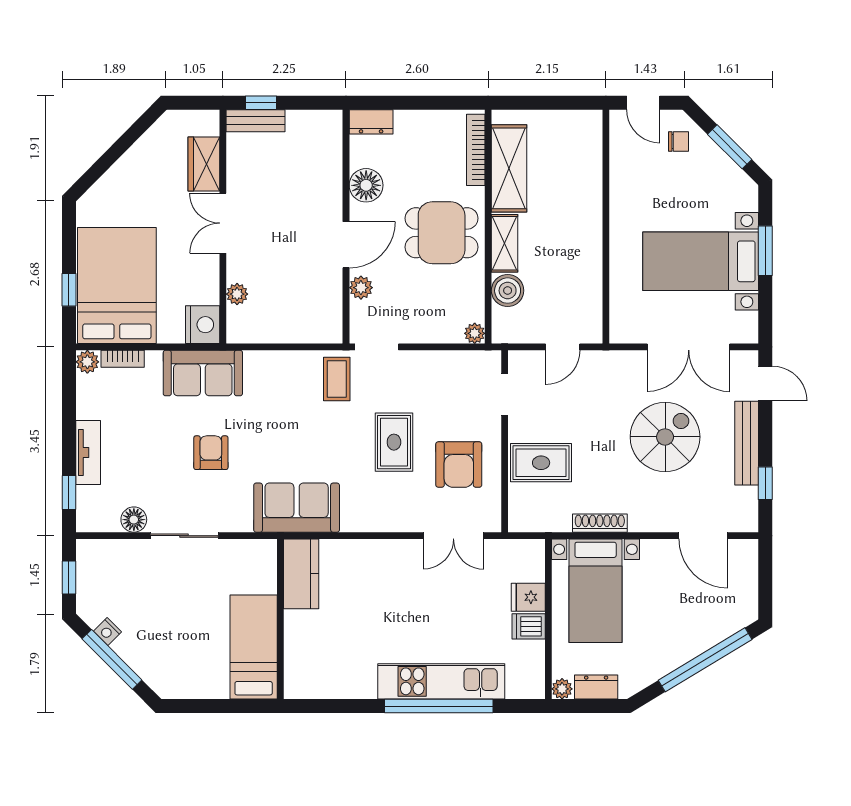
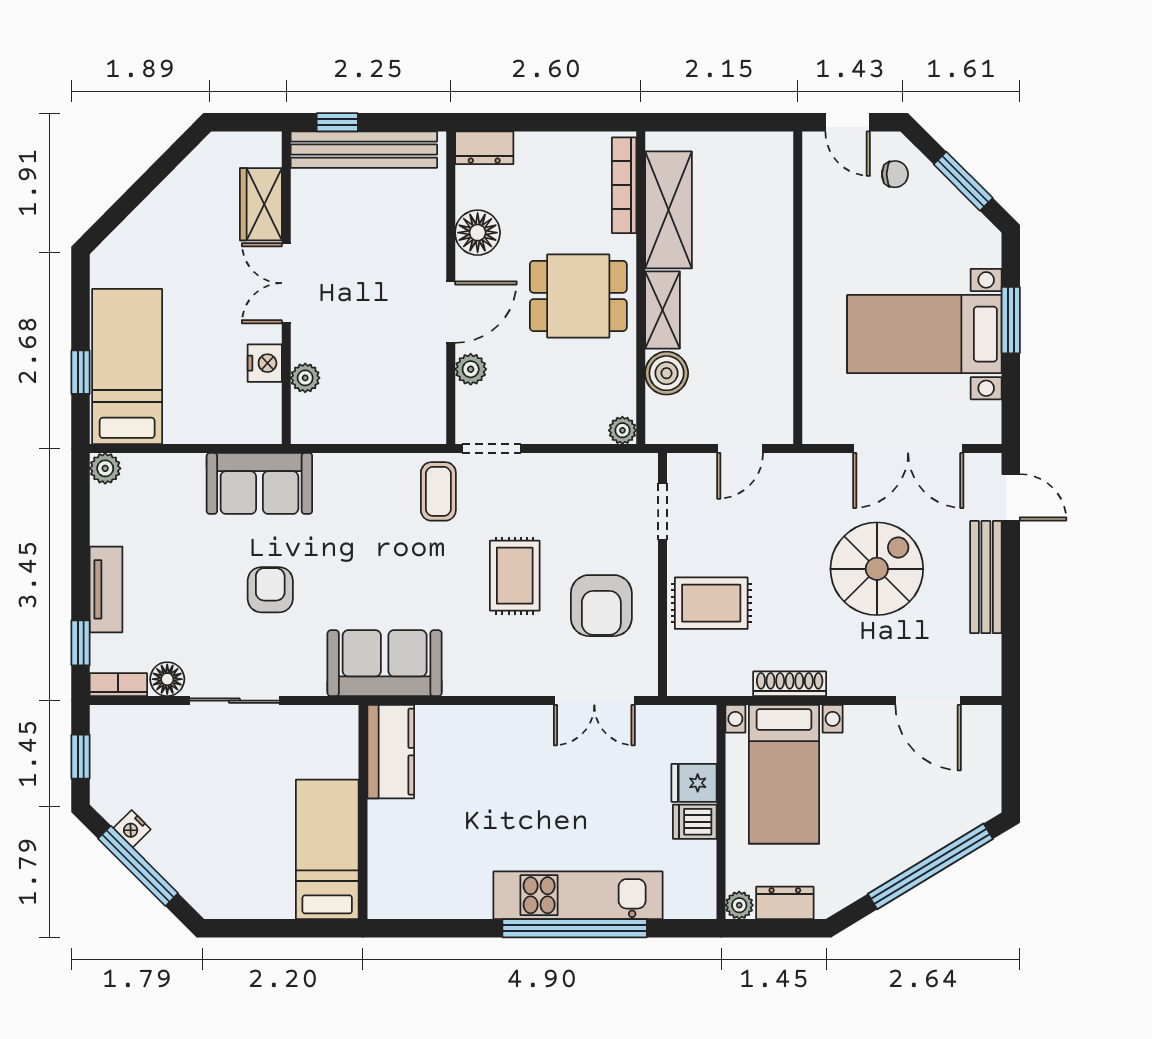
bench: (256, 121) -> (364, 150), width x1.86, depth x1.21
bed: (117, 286) -> (127, 366), width x0.67
nightstand: (203, 325) -> (265, 363), moved, width x0.74, depth x0.75
bookcase: (123, 359) -> (118, 685), moved, turned 180
window: (765, 483) -> (1011, 631), removed

